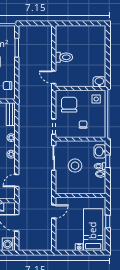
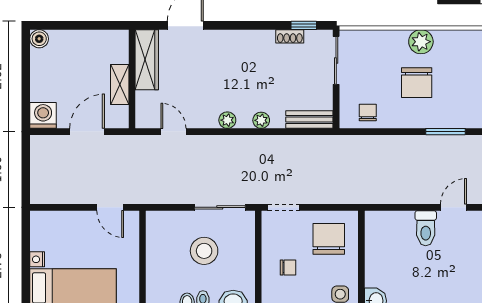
door: (54, 77) -> (454, 207), moved
chair: (69, 105) -> (329, 239), turned -90

